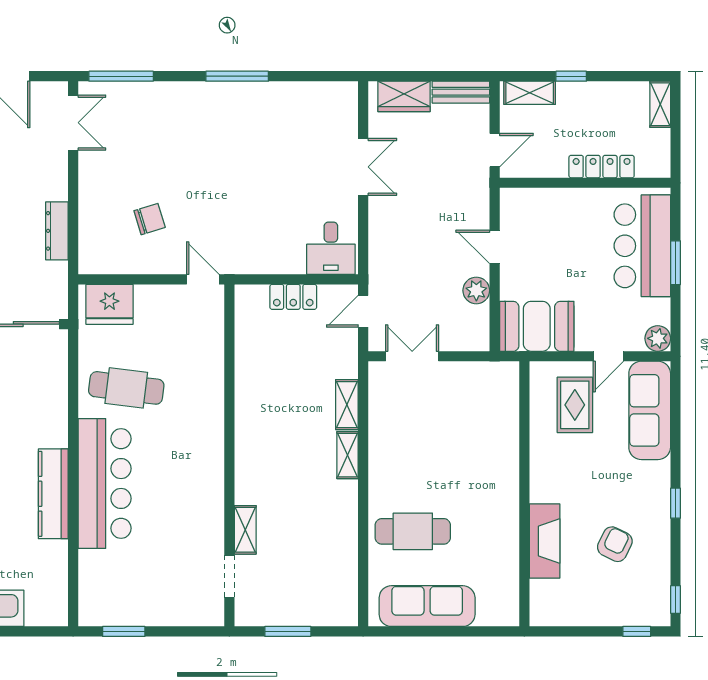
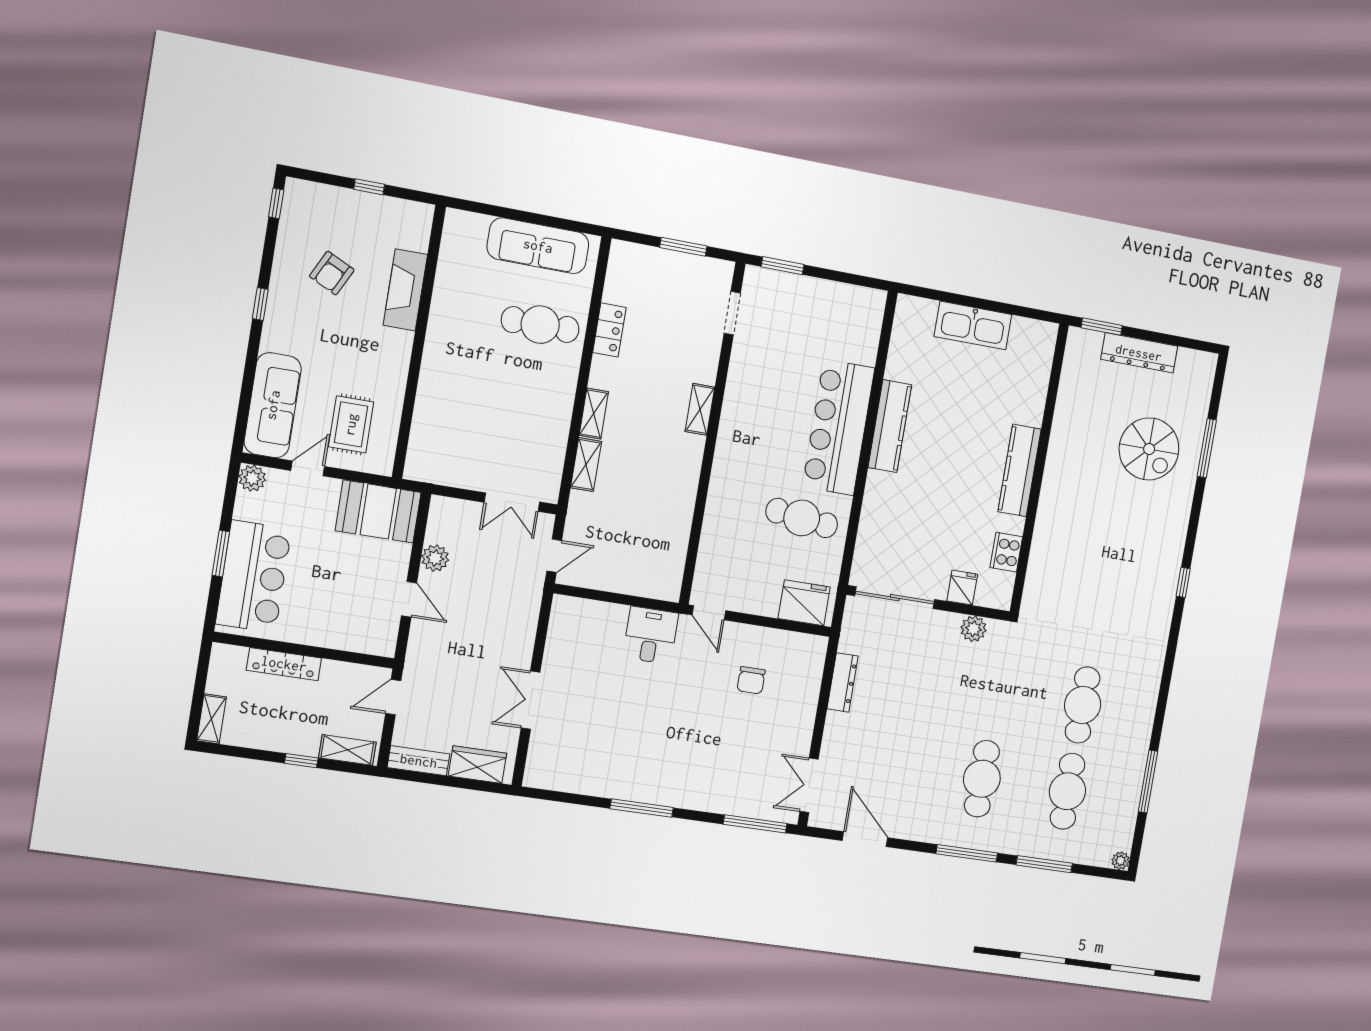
chair: (150, 219) -> (751, 680), turned -73
desk: (331, 248) -> (651, 635), moved
locker: (293, 297) -> (609, 330), moved, turned 90
shelving: (245, 530) -> (700, 409), moved
window: (124, 631) -> (783, 266), moved
window: (637, 631) -> (369, 187), moved

